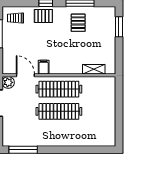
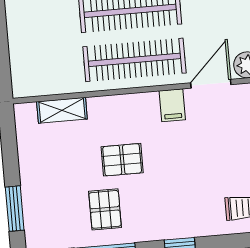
pallet: (43, 16) -> (122, 160), moved
door: (25, 75) -> (211, 84), swing flipped

